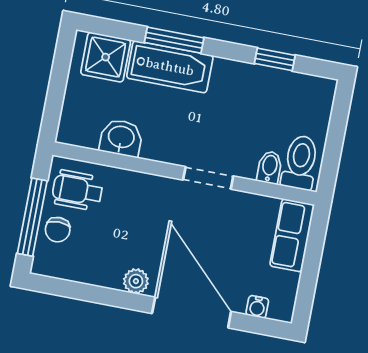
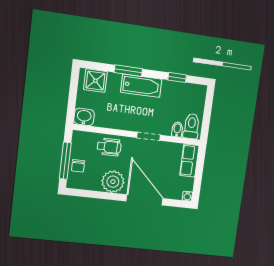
bathtub: (170, 67) -> (141, 86), moved
washbasin: (121, 138) -> (84, 117), moved
wheelchair: (77, 190) -> (109, 147), moved, turned 180
plant: (136, 281) -> (113, 182), width x1.88, depth x1.88
water cooler: (257, 307) -> (187, 196), moved

